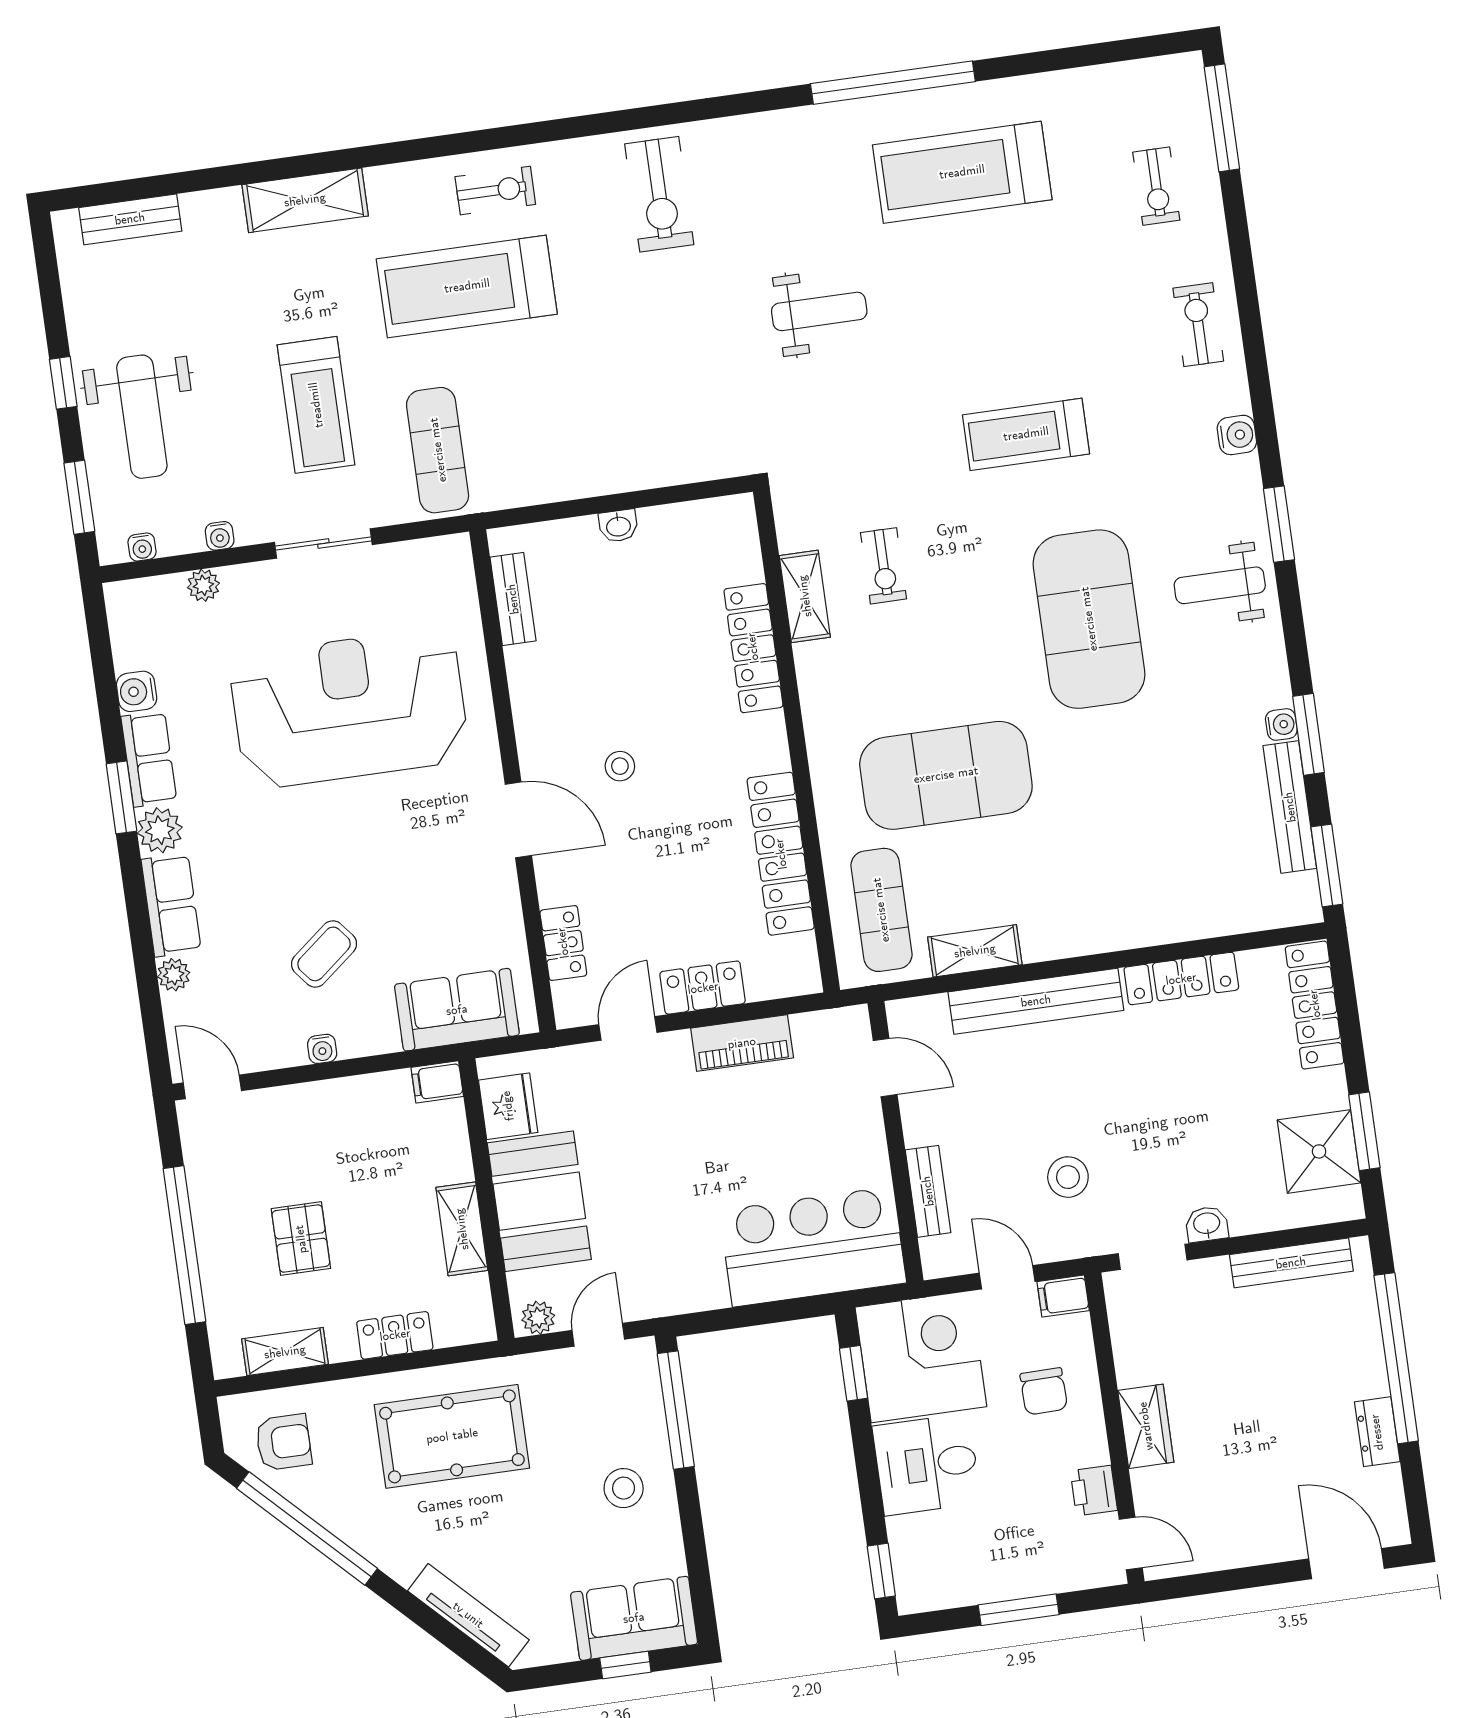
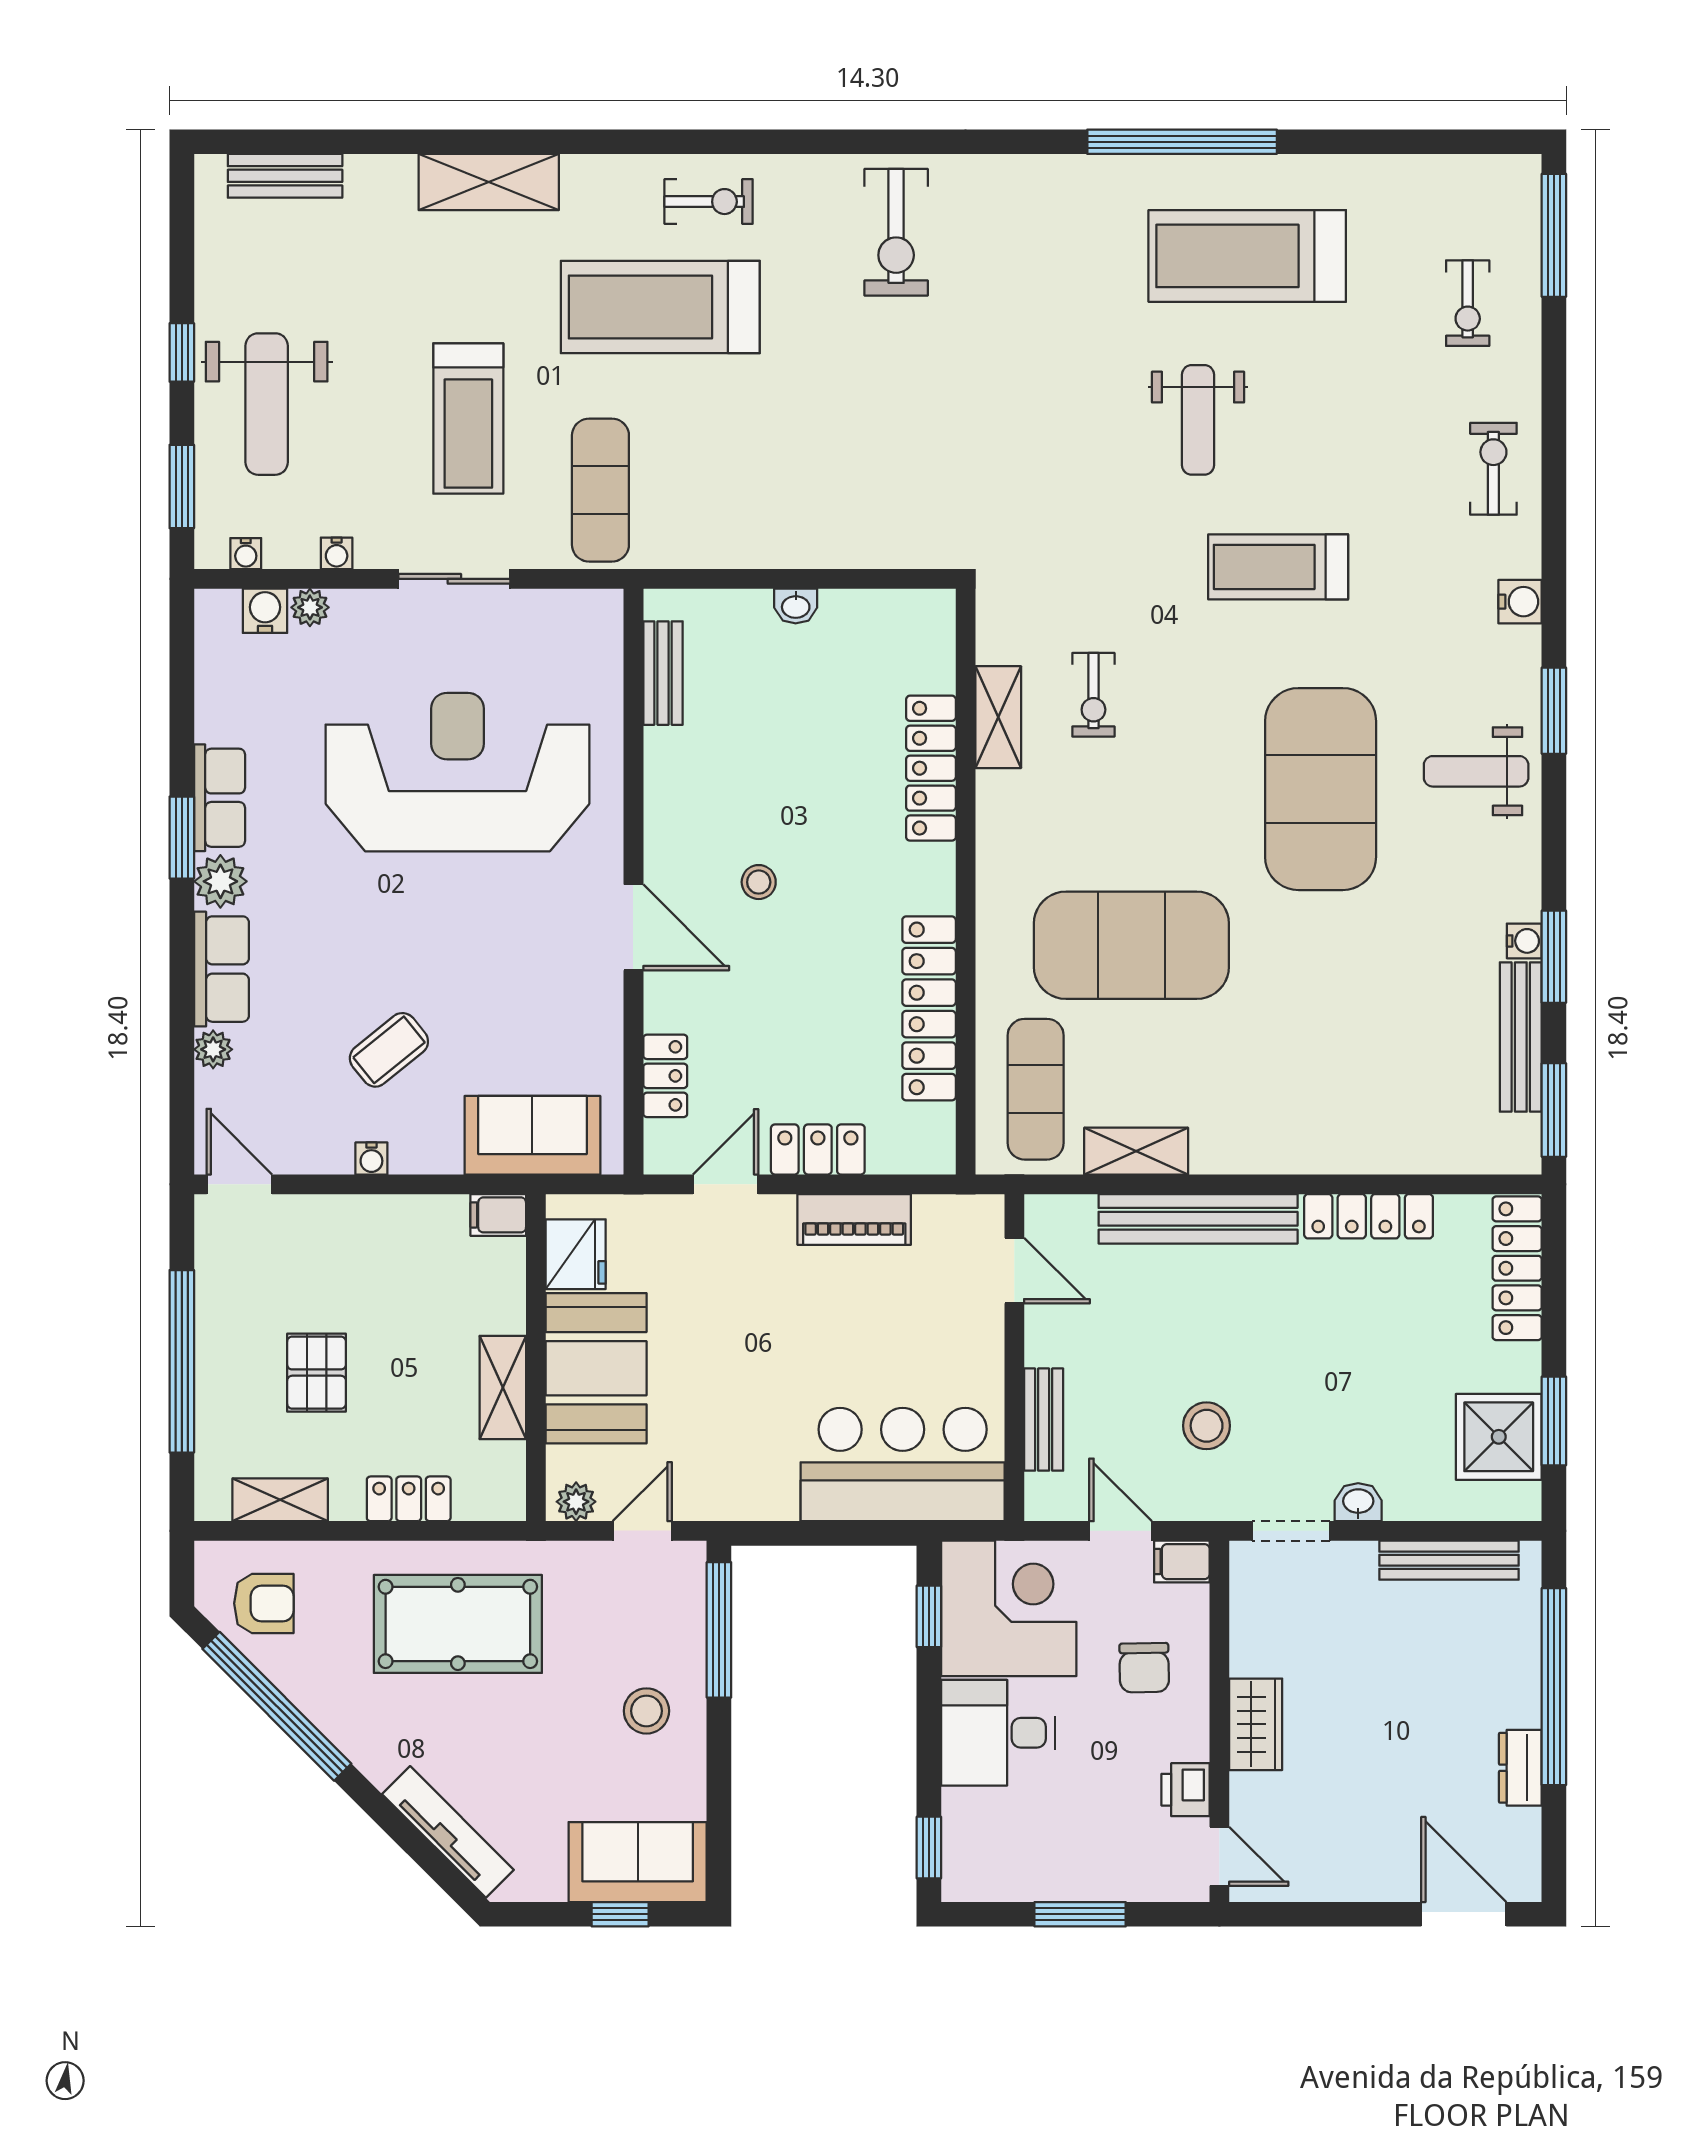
weight bench: (819, 311) -> (1198, 420), moved, turned 90
water cooler: (137, 691) -> (265, 611), moved, turned 90

